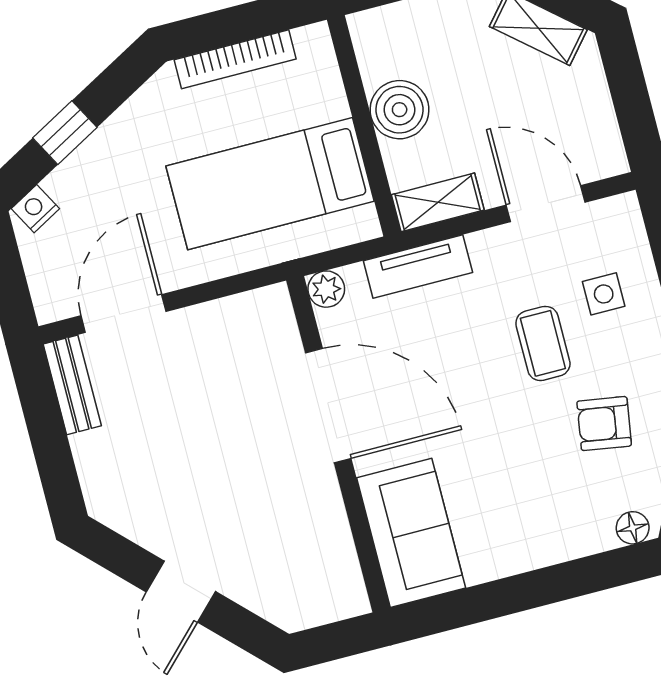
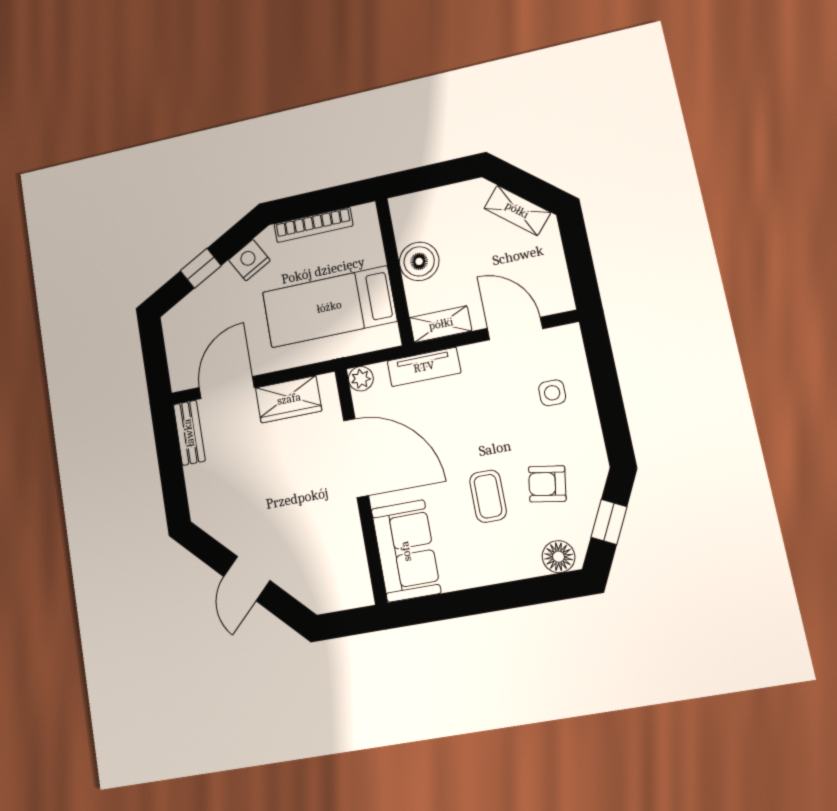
nightstand: (35, 209) -> (249, 260), moved, width x1.39, depth x1.35
wardrobe: (220, 326) -> (289, 399), added
coffee table: (543, 343) -> (488, 496), moved
floor lamp: (633, 528) -> (558, 557), width x1.37, depth x1.37

